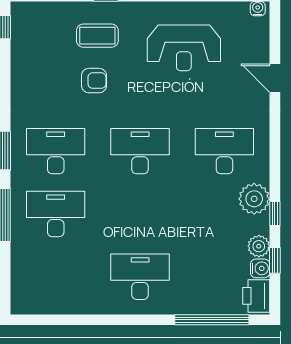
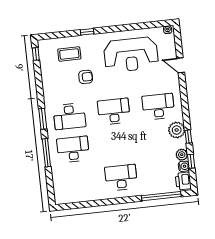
coffee table: (97, 36) -> (69, 54), moved
reception desk: (184, 48) -> (131, 55), width x1.36, depth x1.30
desk: (56, 151) -> (69, 116), turned 180

